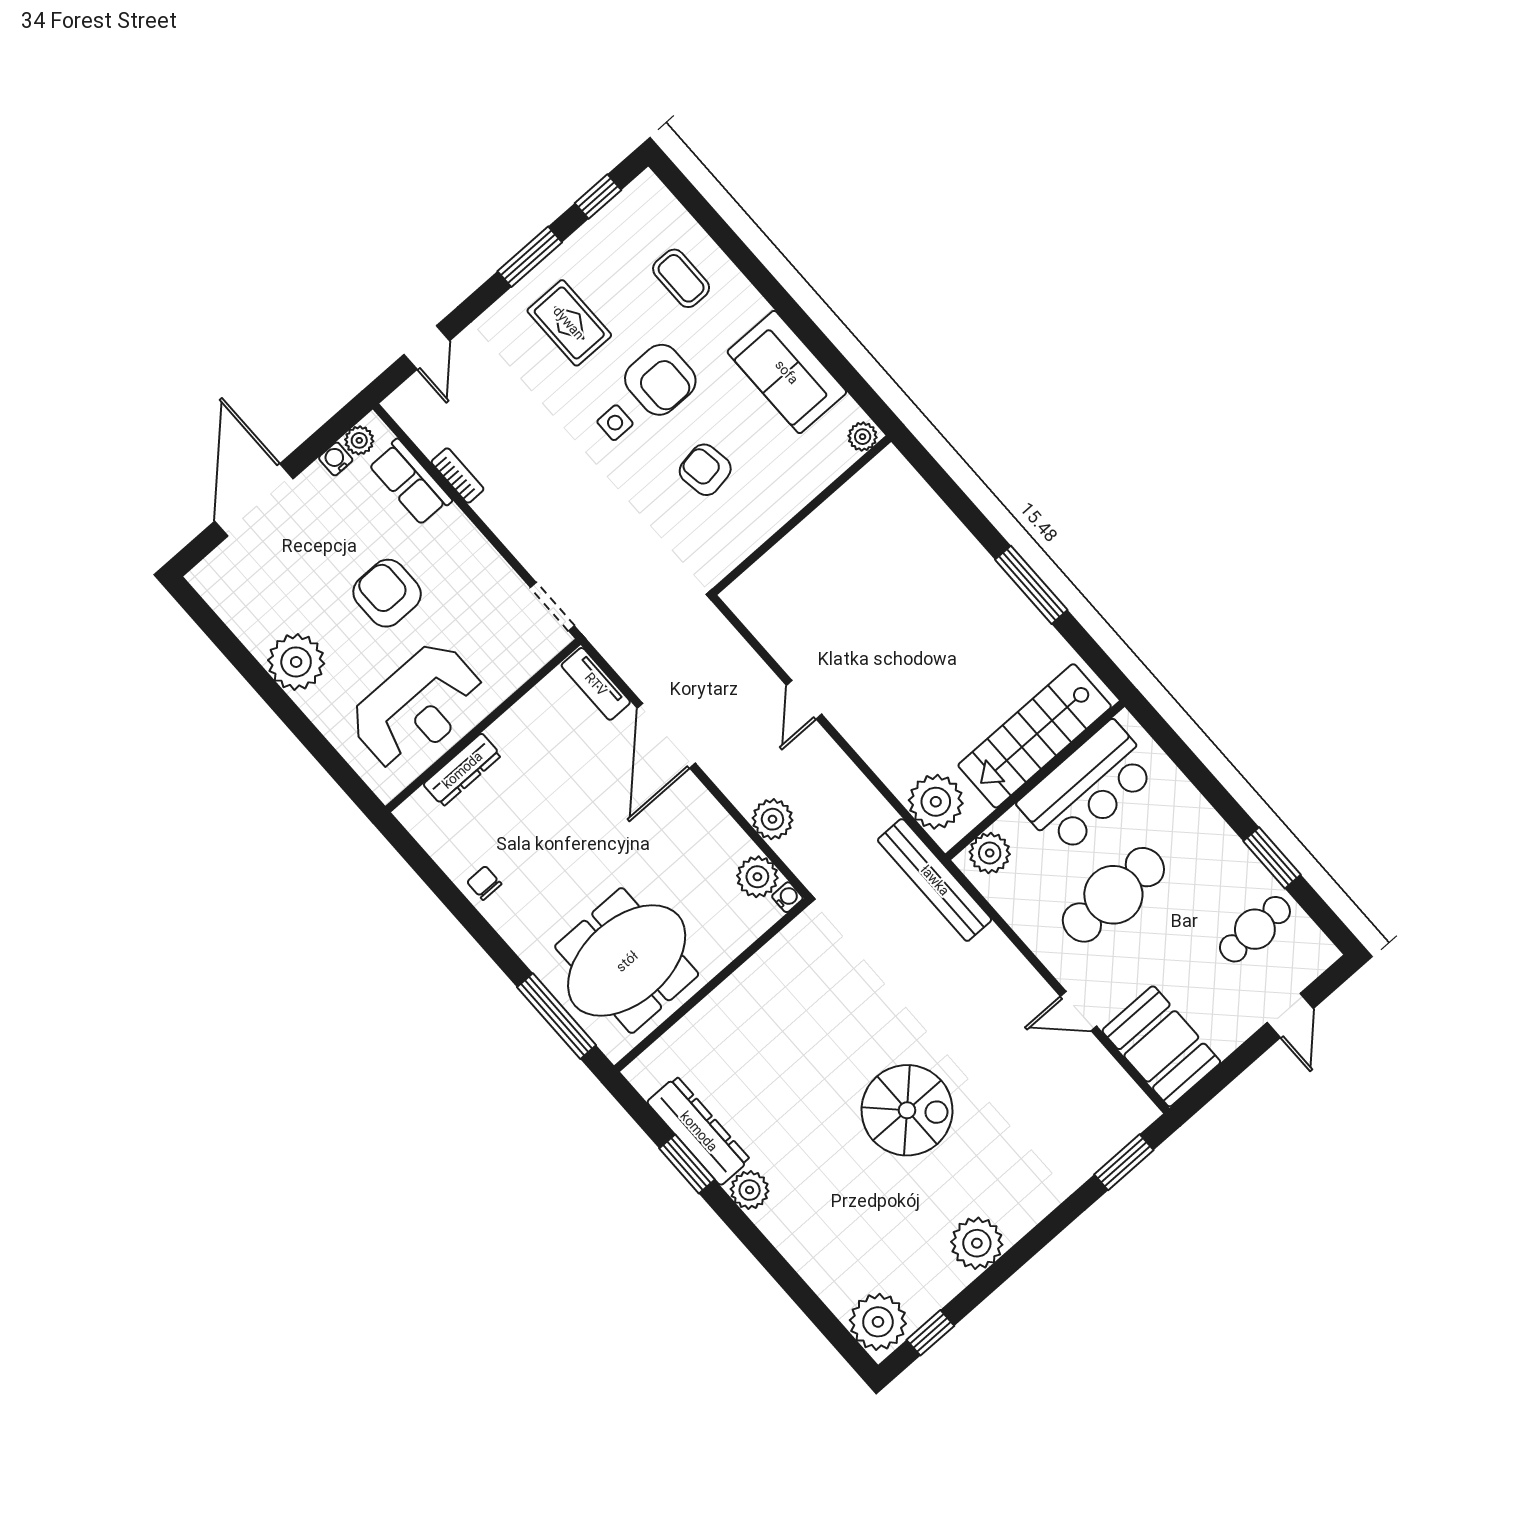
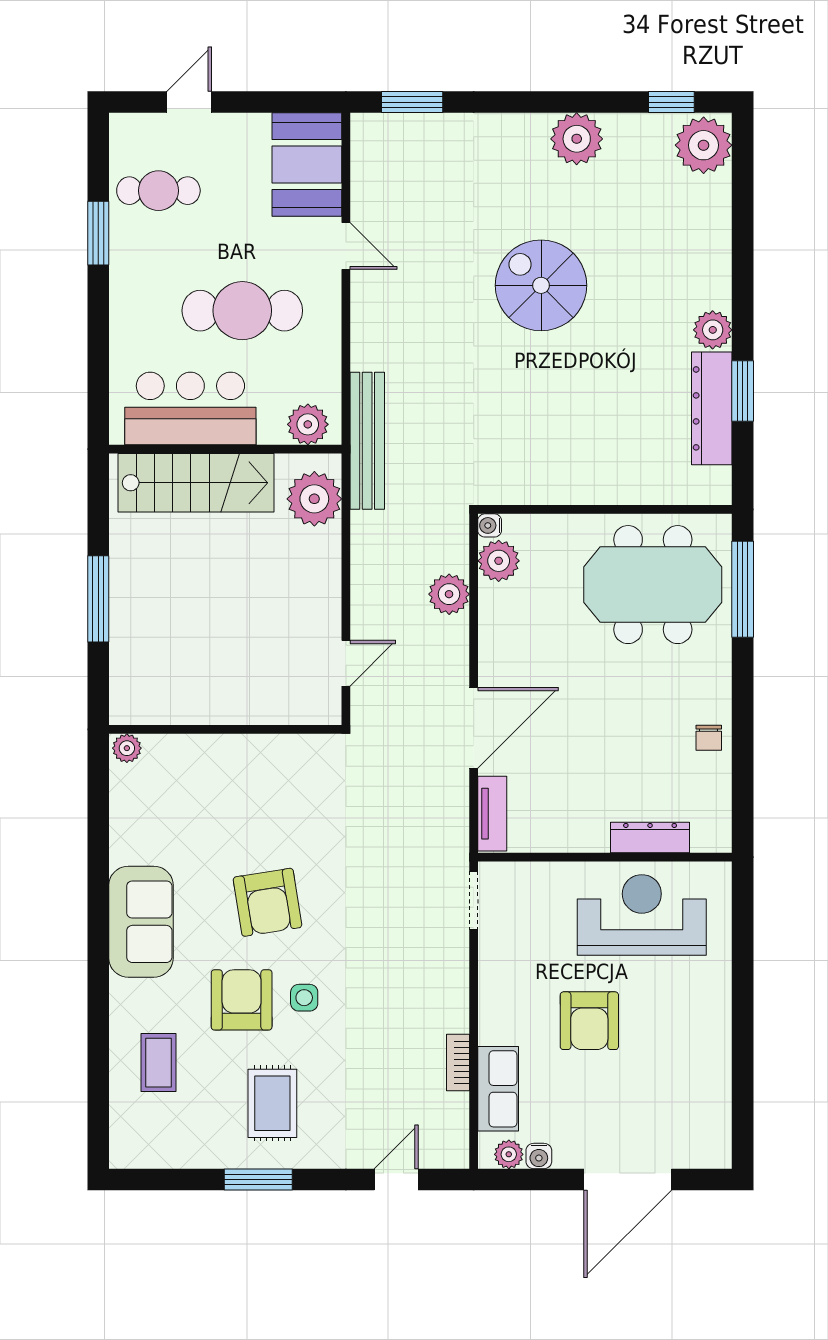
window: (598, 197) -> (167, 1179), removed
plant: (863, 437) -> (127, 748), moved
armchair: (705, 470) -> (268, 902), width x1.38, depth x1.38
wall: (801, 515) -> (225, 729), moved
plant: (296, 662) -> (704, 1029), removed

